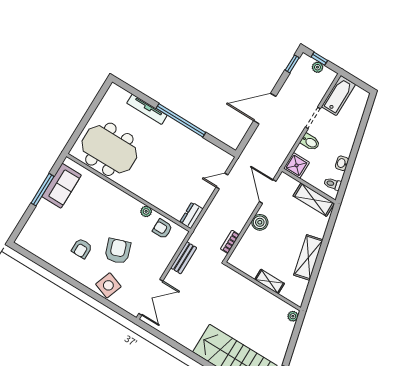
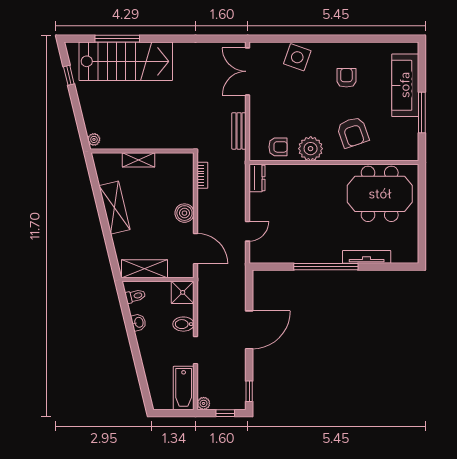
plant: (317, 67) -> (204, 403), moved
sofa: (61, 186) -> (405, 85), moved, width x1.36
plant: (146, 211) -> (311, 149), width x1.87, depth x1.87
armchair: (118, 251) -> (353, 132), moved

